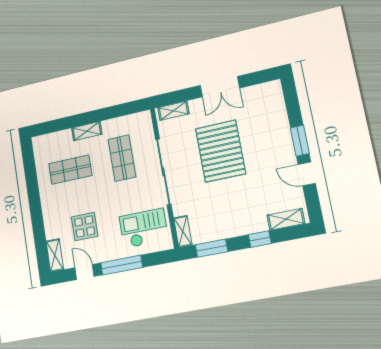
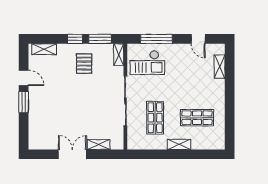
shelving: (173, 111) -> (99, 145), moved
pallet: (220, 151) -> (84, 64), moved, width x0.49, depth x0.50
display table: (85, 227) -> (193, 72), removed
window: (260, 239) -> (75, 39), moved
shelving: (55, 255) -> (220, 67), moved
window: (122, 265) -> (156, 39), moved

